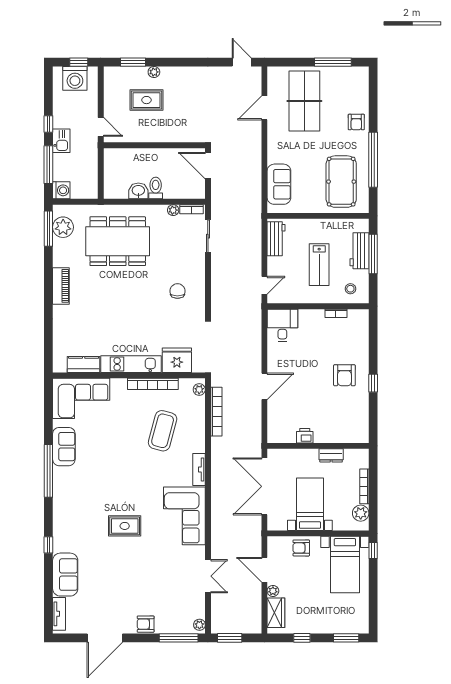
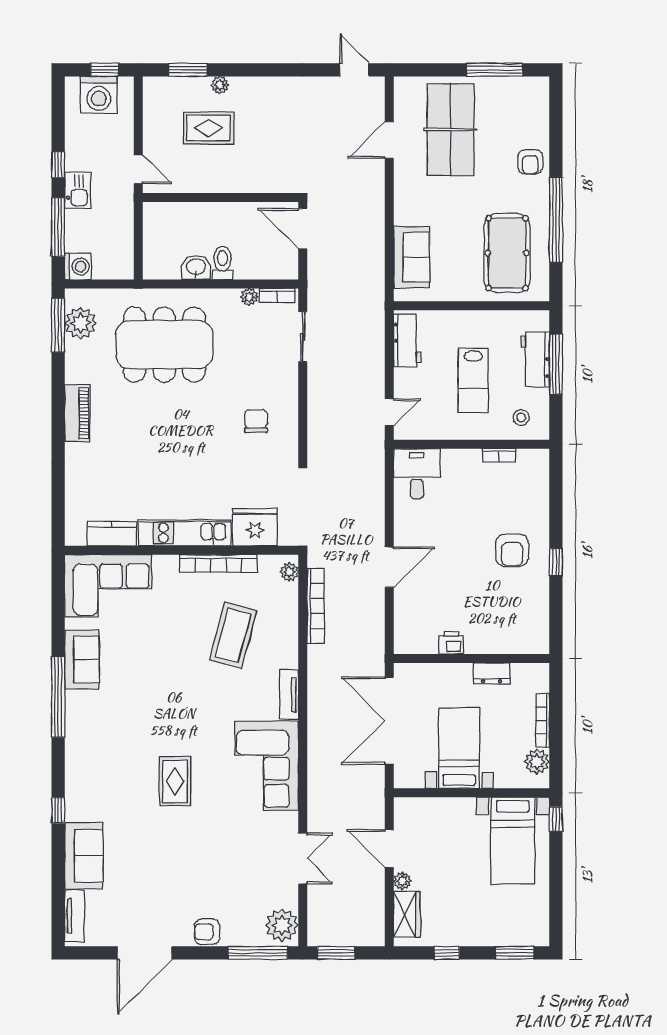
rug: (125, 526) -> (175, 781), turned 90
armchair: (301, 548) -> (446, 815), removed
plant: (199, 625) -> (282, 925), width x1.88, depth x1.88

